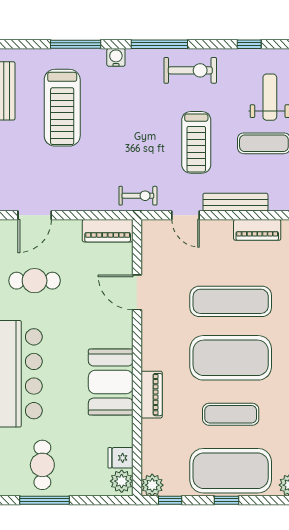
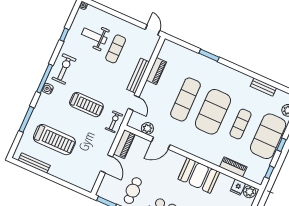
water cooler: (116, 57) -> (48, 89), moved
treadmill: (196, 142) -> (86, 105), moved
door: (35, 215) -> (107, 164), moved
door: (186, 215) -> (134, 103), hinge flipped
piano: (152, 395) -> (233, 167), moved
plant: (152, 485) -> (147, 128), moved

